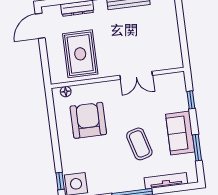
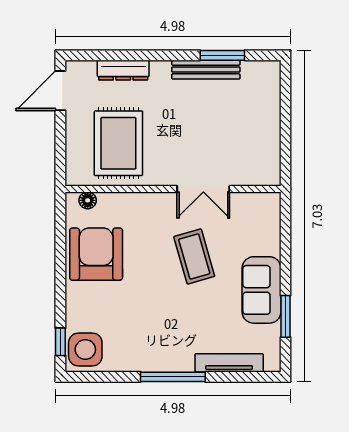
window: (191, 100) -> (285, 239), removed
armchair: (88, 120) -> (96, 254), moved
coffee table: (139, 144) -> (194, 256), moved

